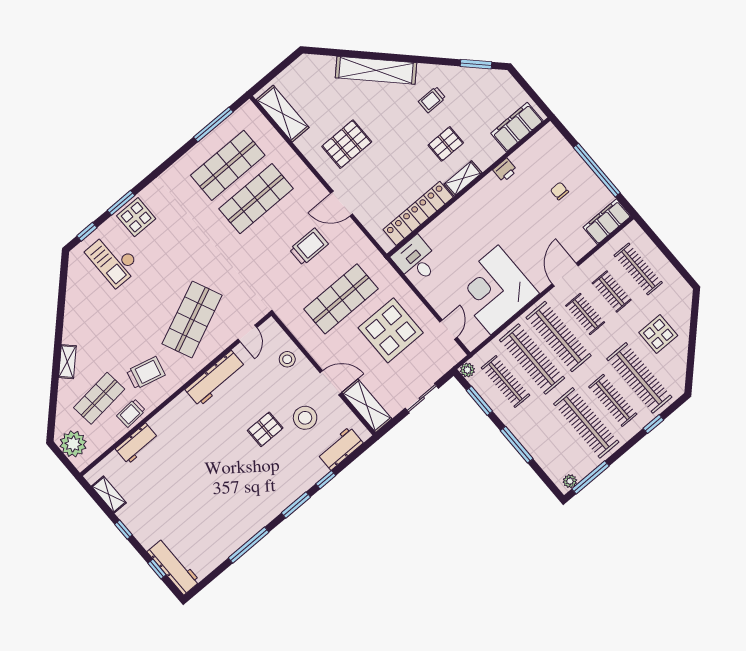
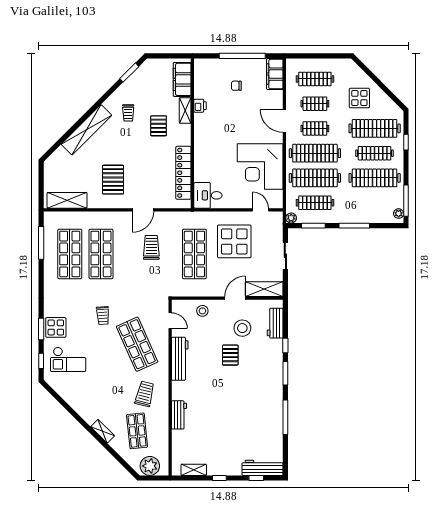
shelving: (463, 178) -> (185, 110), moved
trolley: (131, 413) -> (103, 316), moved
workbench: (137, 444) -> (179, 415), moved

